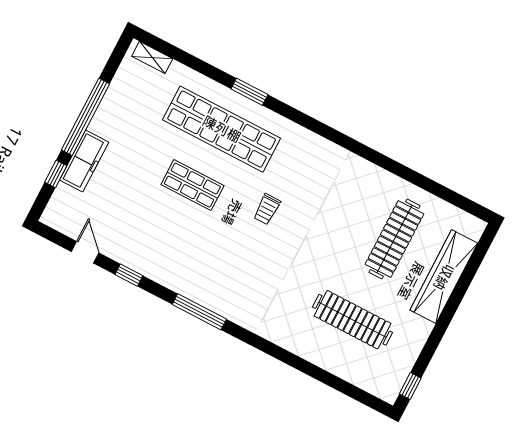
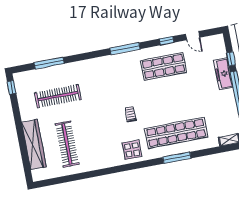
window: (249, 92) -> (177, 158), width x1.44
display table: (306, 155) -> (132, 150), added
shop shelf: (192, 185) -> (164, 66), moved, width x1.43, depth x1.36
window: (327, 378) -> (49, 63), added

